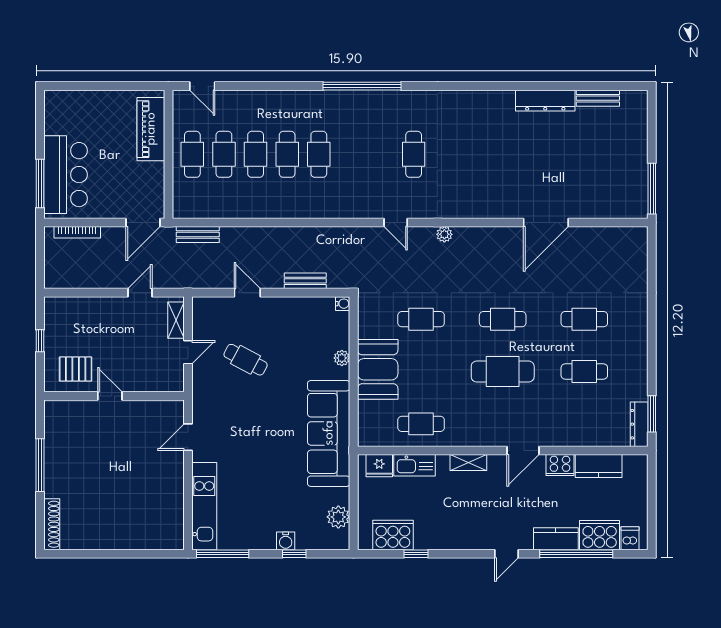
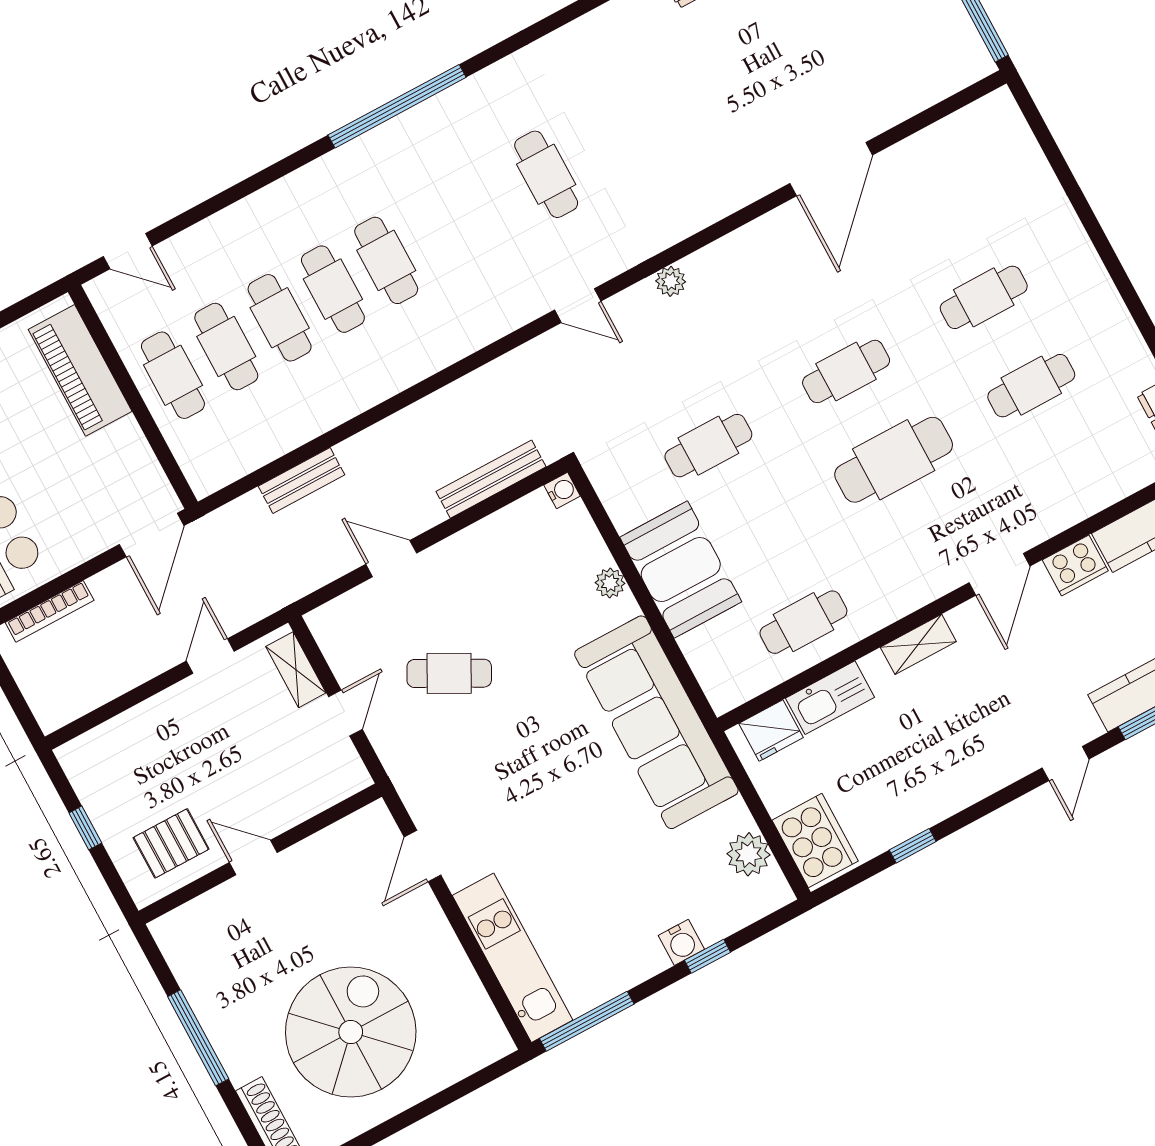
bench: (198, 235) -> (301, 481), moved
bench: (305, 281) -> (491, 479), width x1.36
spiral stairs: (111, 500) -> (351, 1032), added
cooker: (393, 535) -> (815, 841), moved, turned 90

